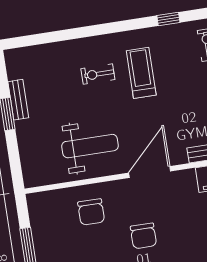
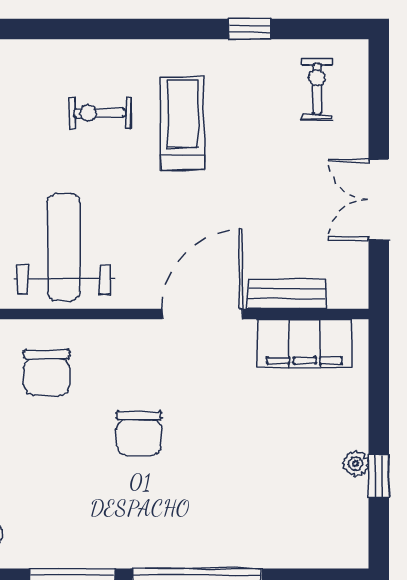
weight bench: (90, 146) -> (64, 247), turned -90
door: (150, 172) -> (202, 314), moved

